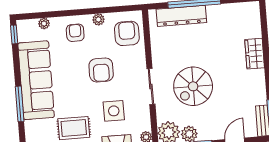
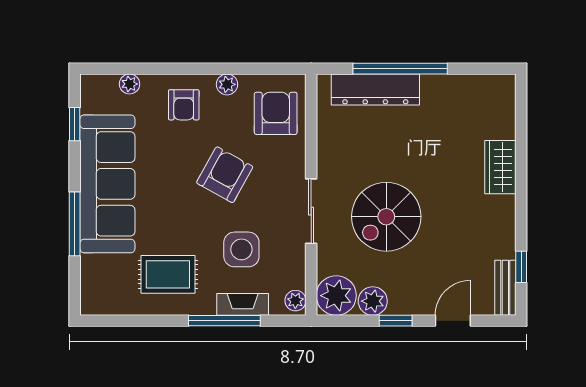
armchair: (75, 33) -> (184, 105), turned 180
window: (14, 34) -> (75, 124), moved
armchair: (101, 70) -> (225, 175), turned -151

